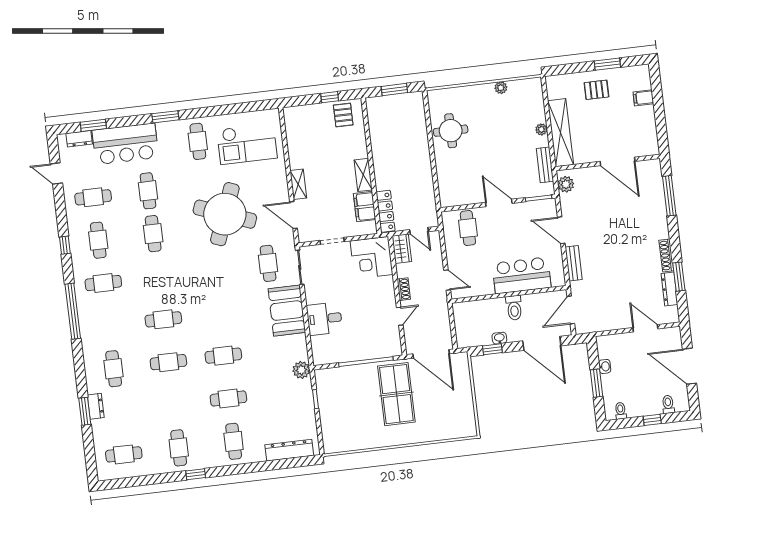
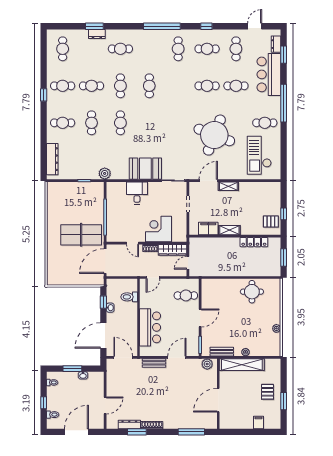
window: (165, 117) -> (284, 103), width x2.11
locker: (386, 211) -> (254, 242), moved
wardrobe: (402, 249) -> (173, 250), width x1.50
corner desk: (372, 258) -> (159, 229), moved
cafe table: (268, 263) -> (91, 86), moved
toilet: (514, 308) -> (129, 297), moved

